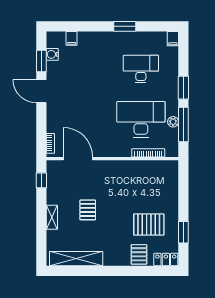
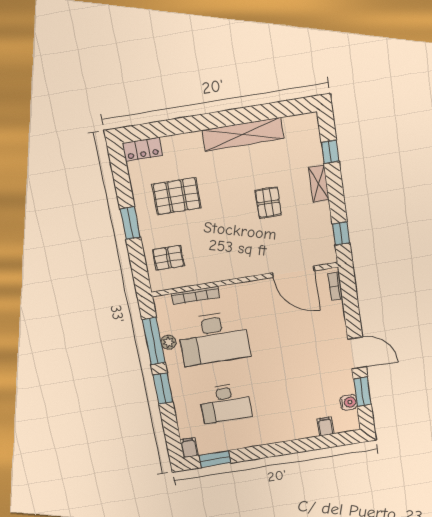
window: (125, 26) -> (215, 459), moved
window: (183, 232) -> (130, 223), moved
window: (41, 238) -> (330, 152), added
pallet: (139, 254) -> (168, 258), moved, turned 90
shelving: (76, 259) -> (243, 134), moved

